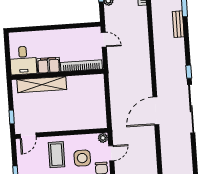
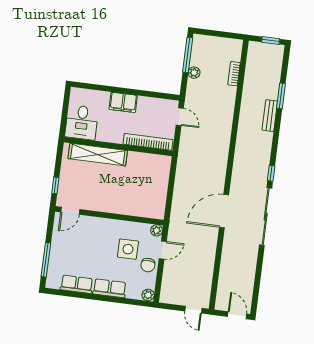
filing cabinet: (49, 65) -> (123, 102), moved, turned 180
coffee table: (57, 155) -> (99, 239), removed

